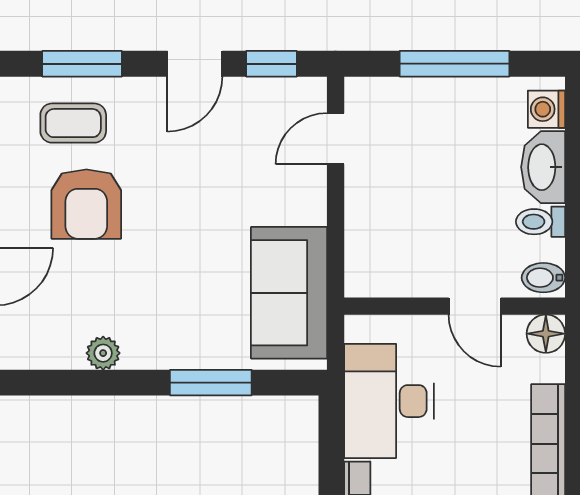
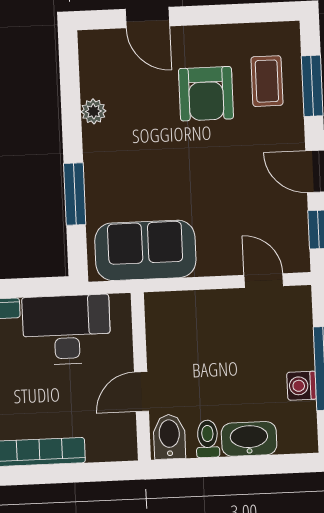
washing machine: (546, 109) -> (301, 386), moved, turned -90
armchair: (86, 204) -> (206, 94), turned -90
bidet: (543, 278) -> (169, 437), width x1.38, depth x1.36
floor lamp: (546, 334) -> (123, 447), removed

